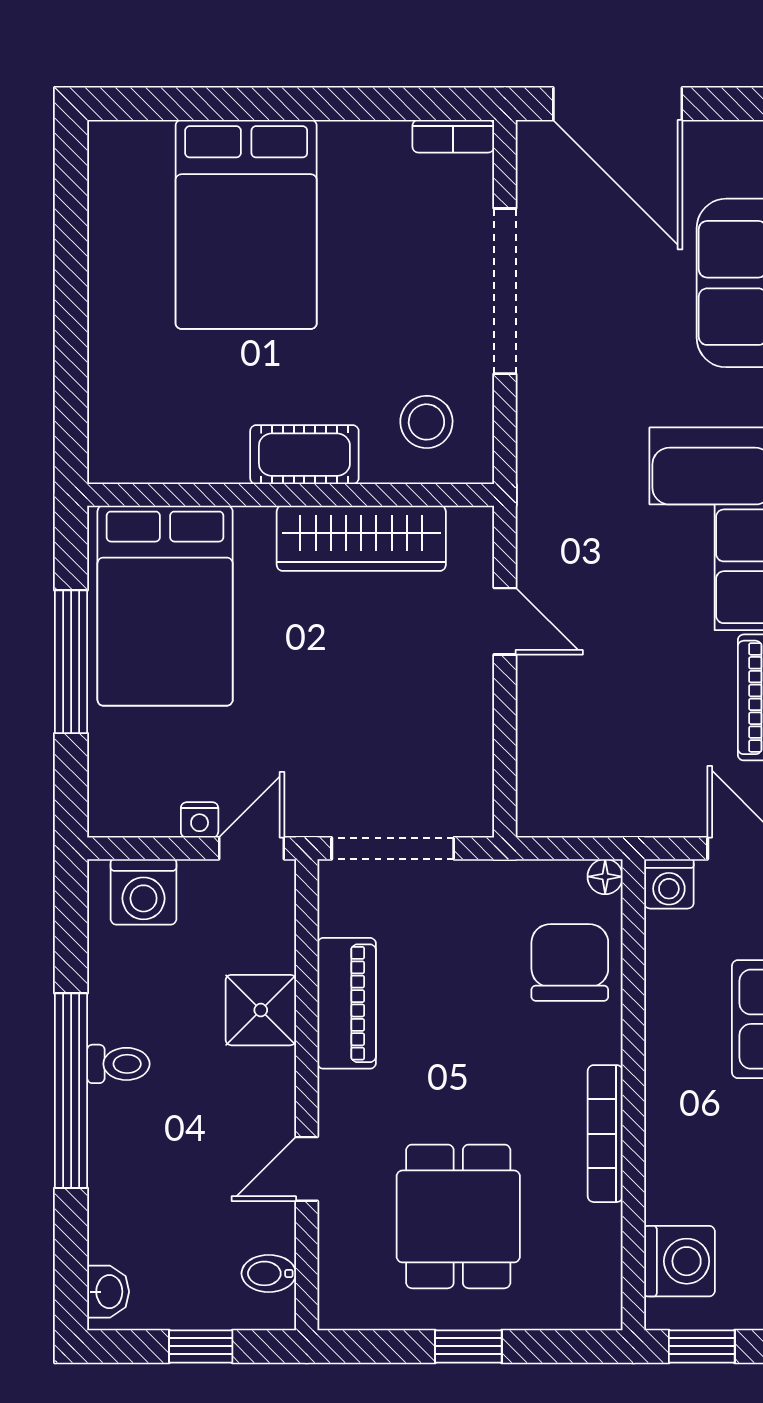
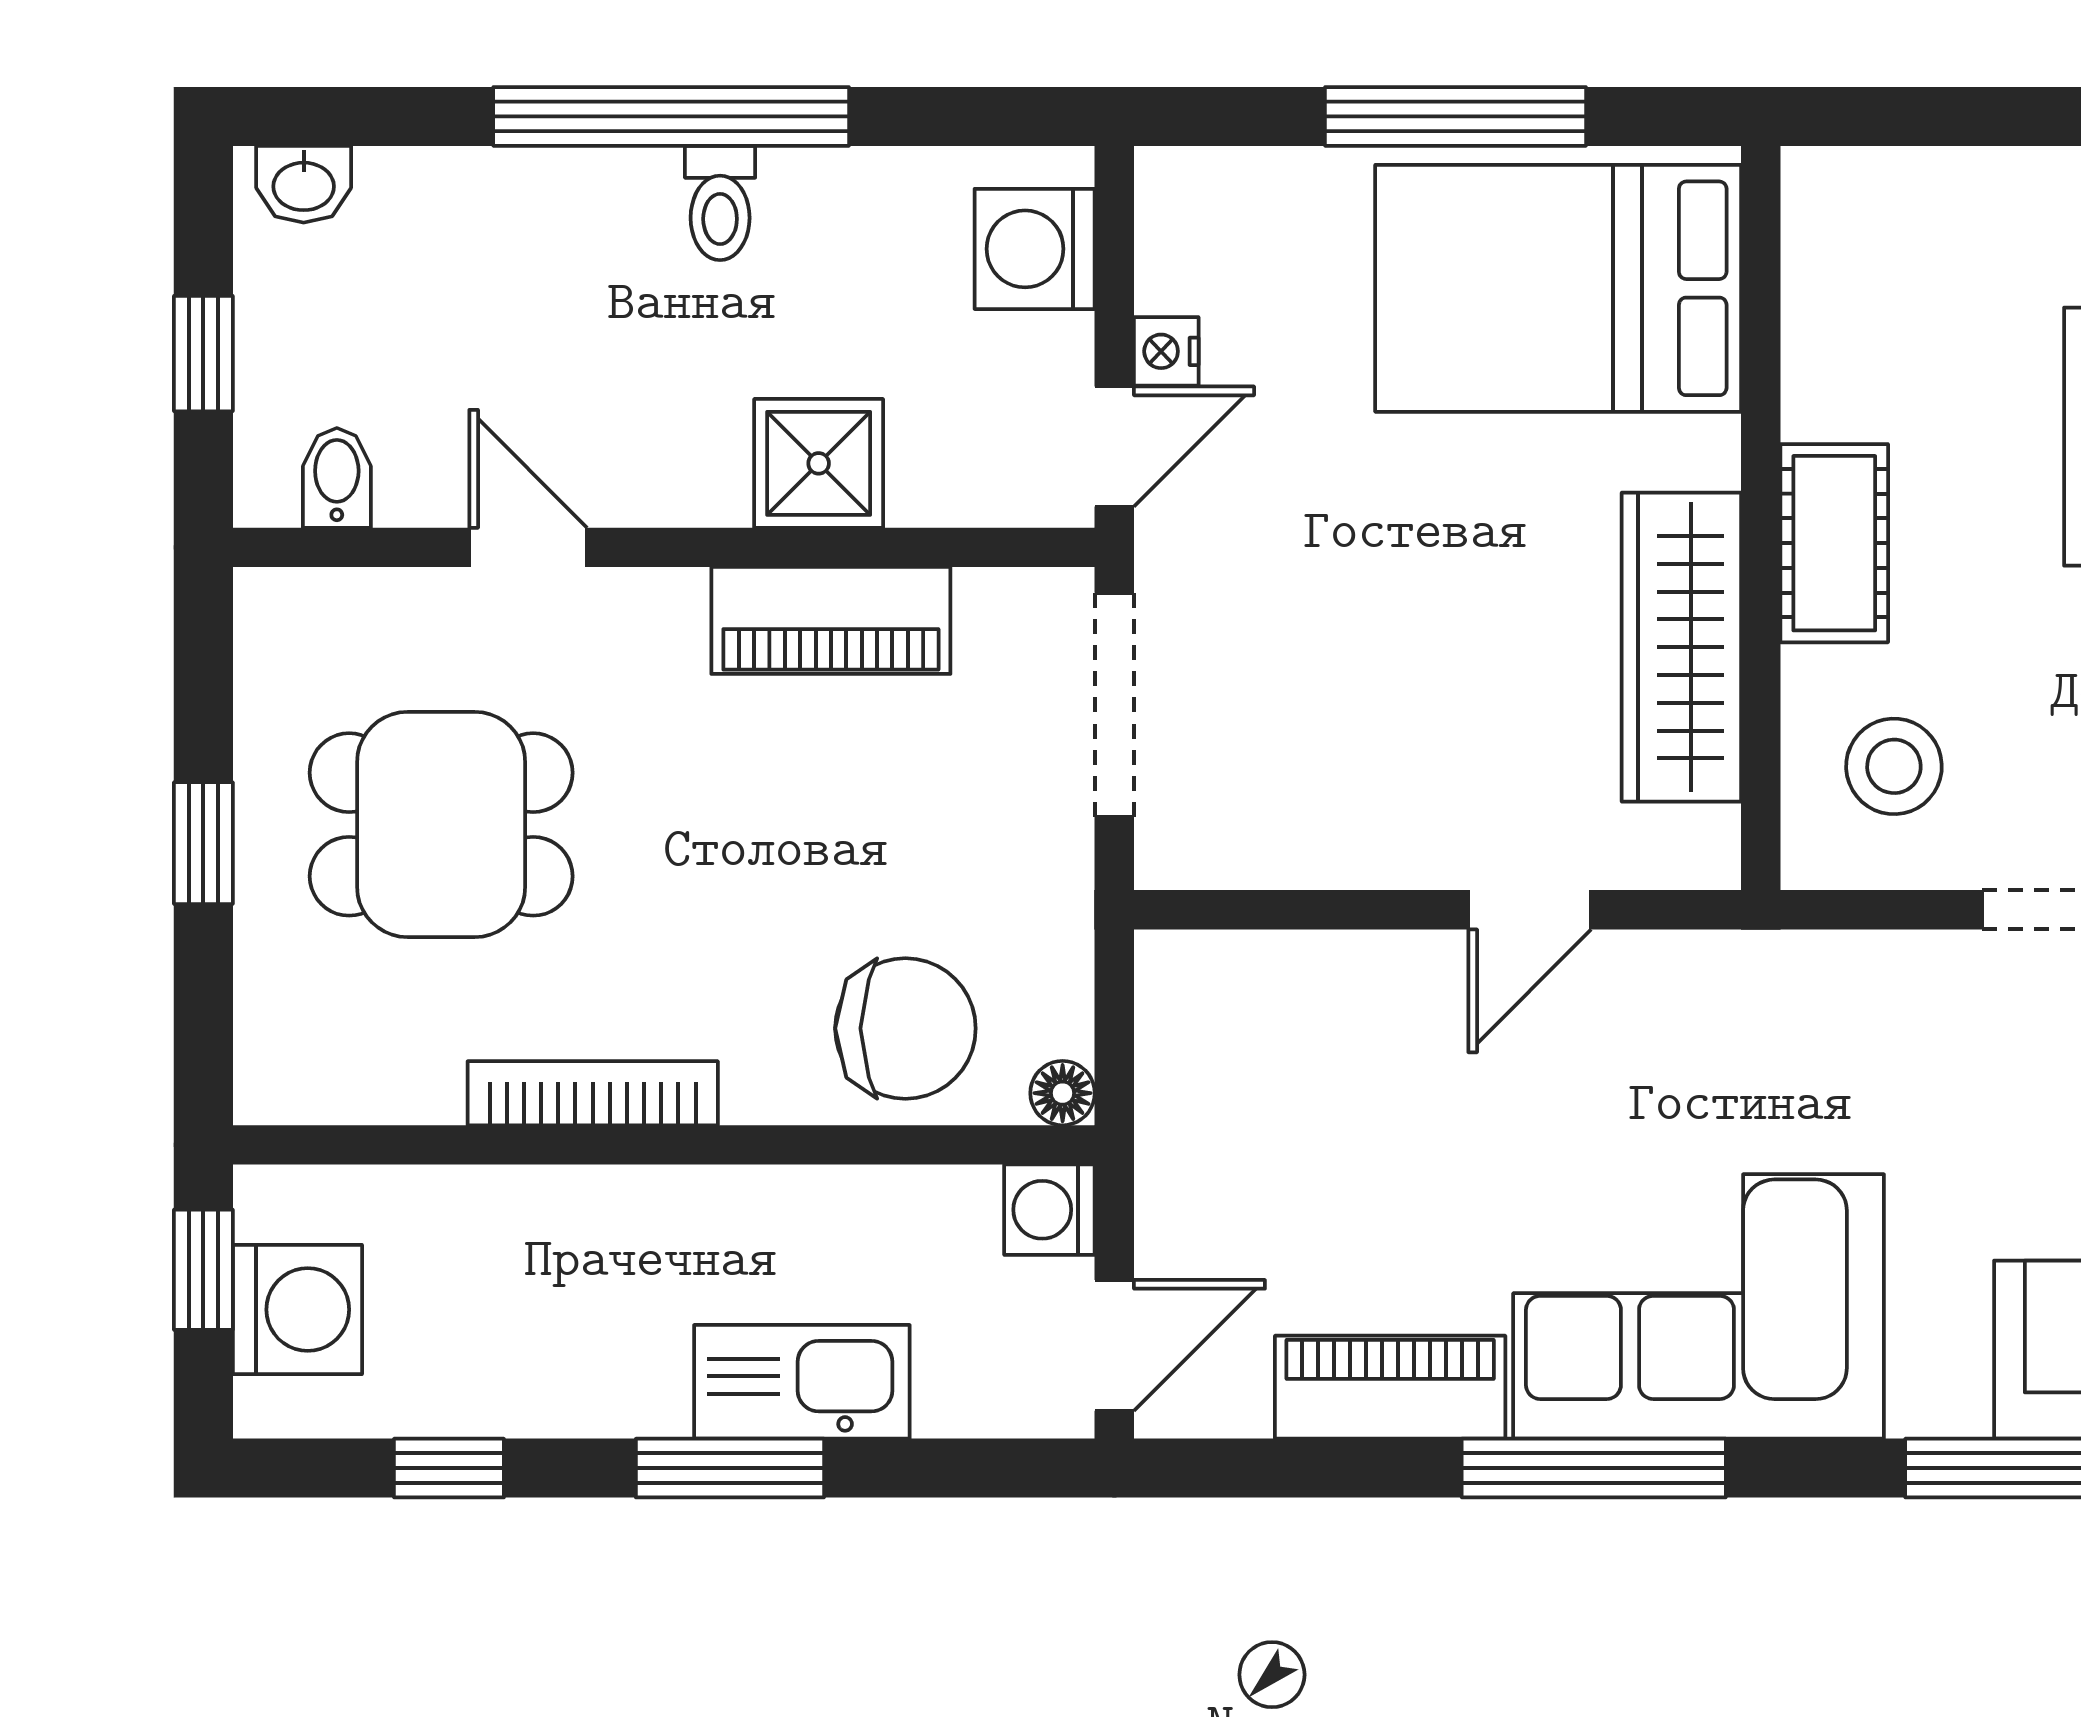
door: (252, 848) -> (1114, 447), hinge flipped
washing machine: (680, 1261) -> (297, 1310), moved, turned -90

